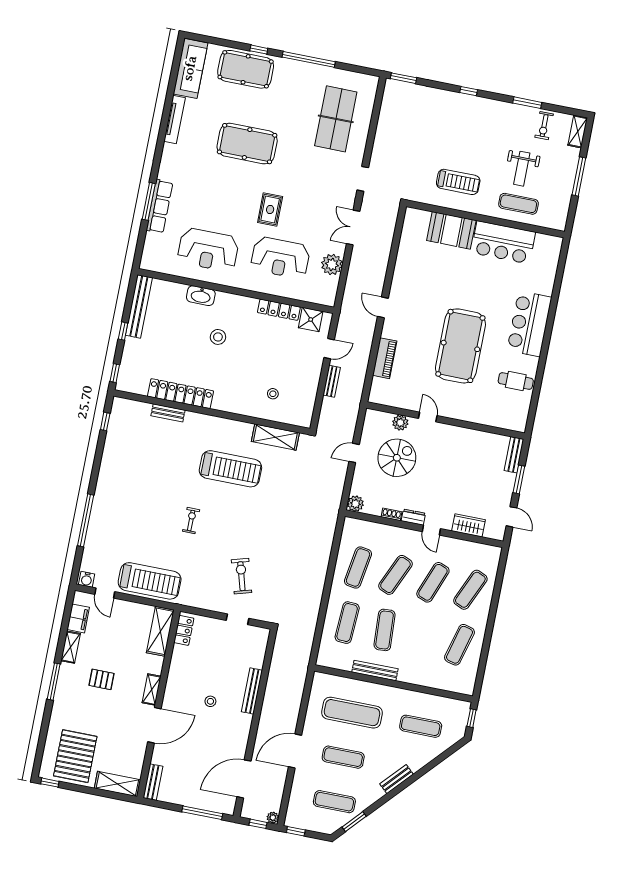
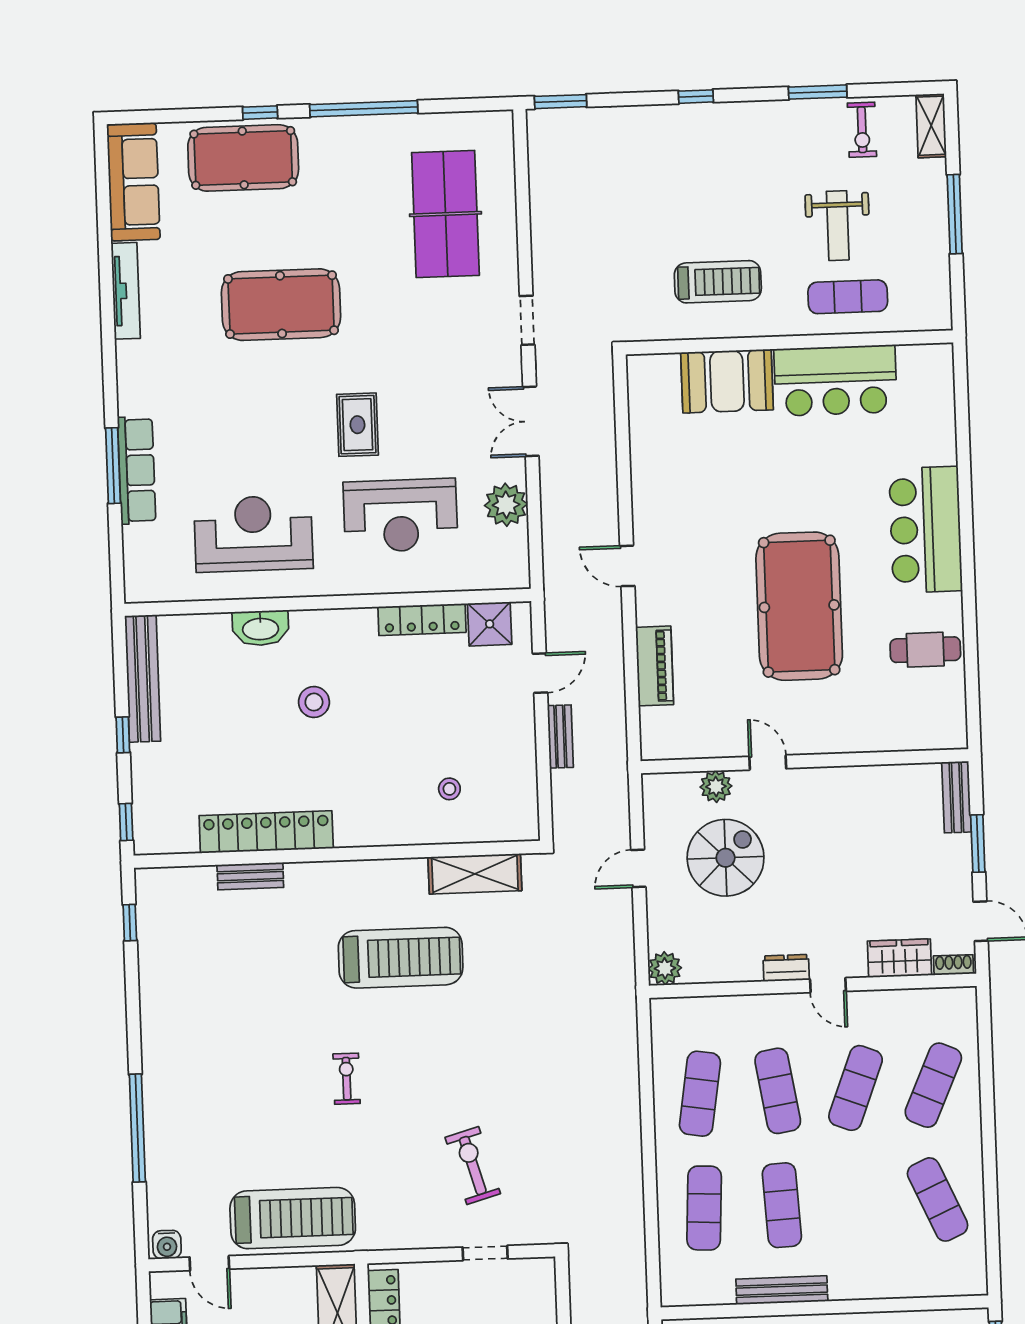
reception desk: (208, 250) -> (253, 534), turned 180
shoe rack: (391, 514) -> (954, 965), moved
exercise mat: (395, 575) -> (778, 1091), turned -33
exercise mat: (459, 645) -> (938, 1199), turned -39

